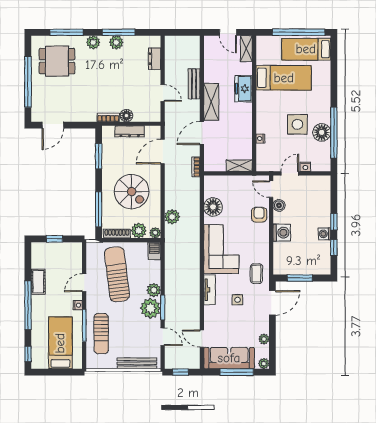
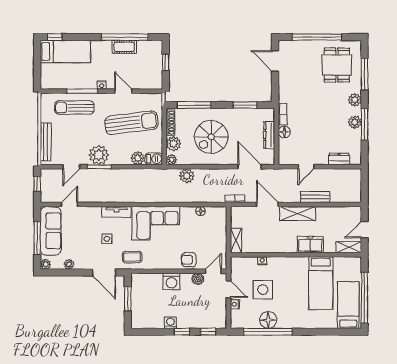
side table: (297, 124) -> (263, 290), moved
floor lamp: (213, 207) -> (201, 211), width x0.53, depth x0.53
armchair: (259, 215) -> (189, 260), turned 180
window: (334, 248) -> (208, 332), moved
plant: (154, 290) -> (138, 158), moved
window: (28, 305) -> (125, 37), moved
bed: (60, 343) -> (65, 51), moved

